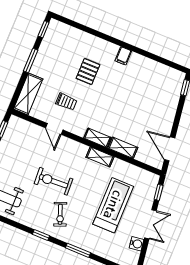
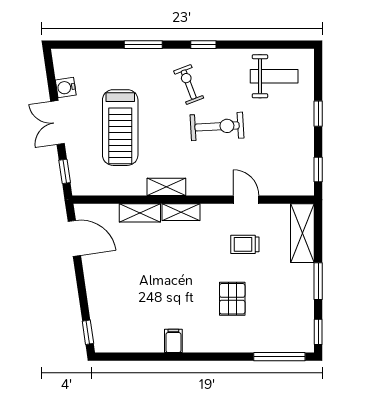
window: (74, 24) -> (279, 357), added
filing cabinet: (123, 56) -> (173, 341), moved

